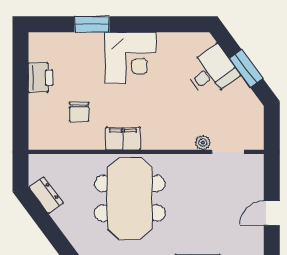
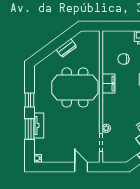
dresser: (46, 195) -> (66, 48), moved
door: (272, 213) -> (81, 167), moved

